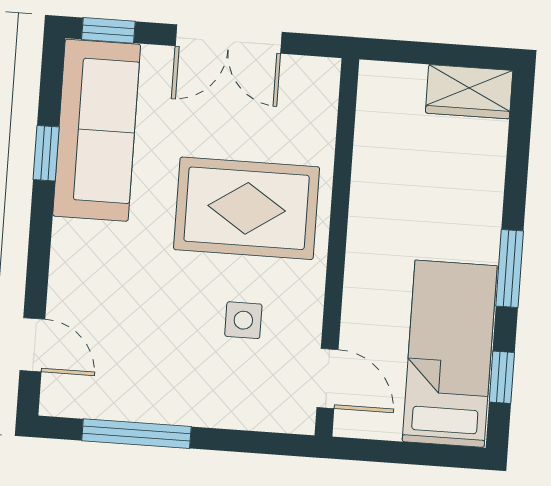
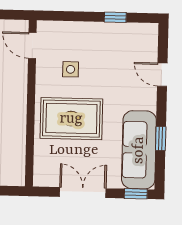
door: (32, 345) -> (162, 75), moved
window: (136, 434) -> (115, 17), width x0.46

